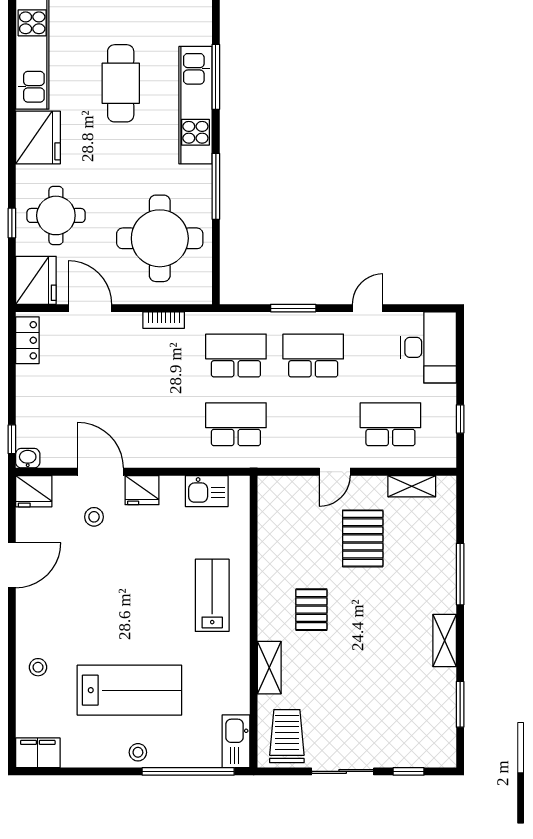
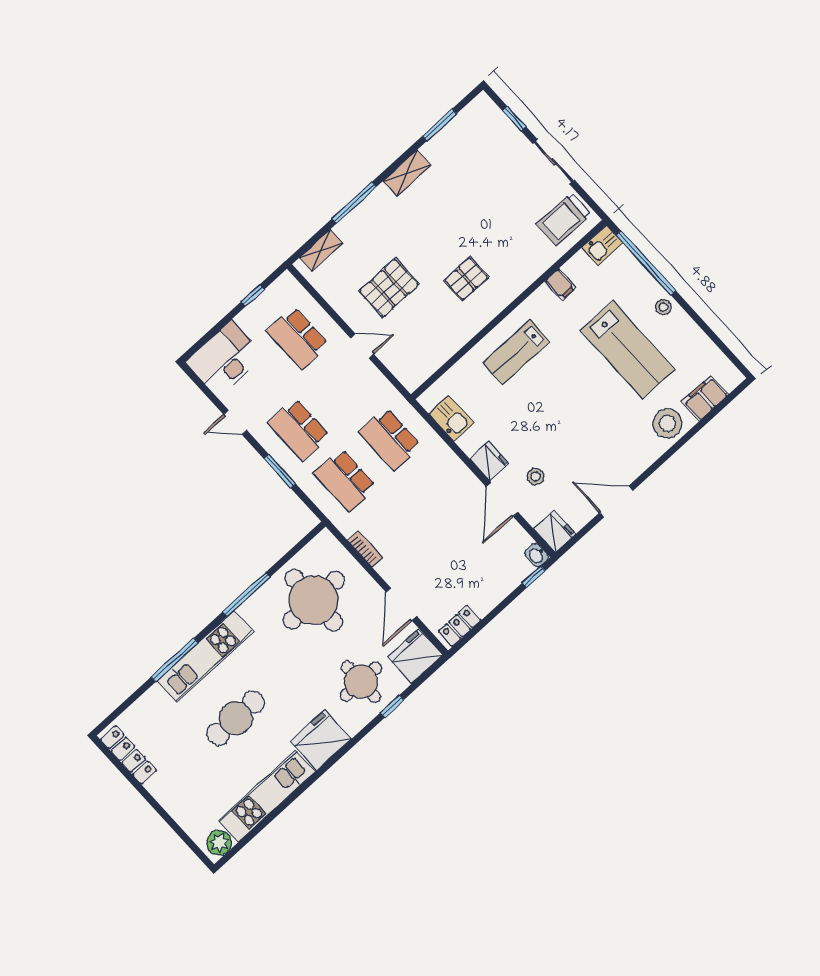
shelving: (412, 486) -> (321, 250), moved, turned 90
stool: (38, 667) -> (667, 423), width x1.89, depth x1.89
shelving: (269, 668) -> (529, 272), removed
filing cabinet: (235, 684) -> (560, 284), added
lab bench: (129, 690) -> (628, 350), turned 180
kitchen sink: (236, 741) -> (602, 245), width x0.73
filing cabinet: (38, 753) -> (705, 398), moved, turned 90

